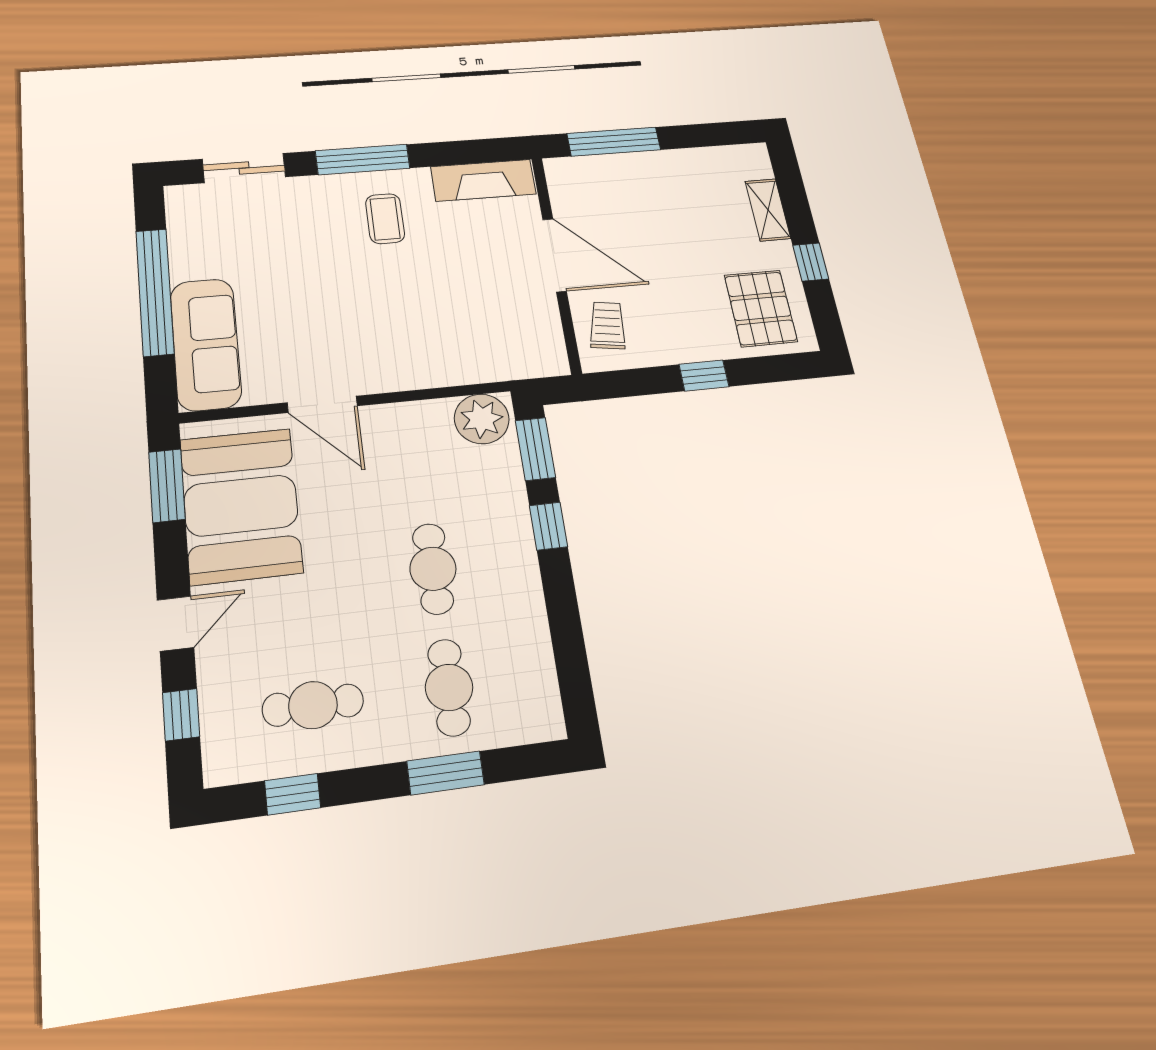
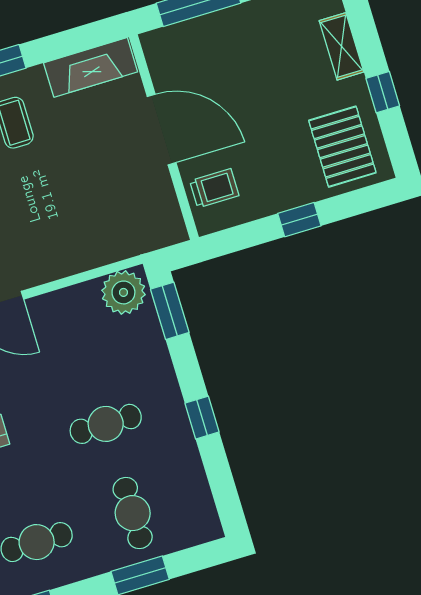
trolley: (607, 325) -> (214, 188), turned 81
window: (548, 526) -> (202, 418), moved
cafe table: (433, 569) -> (106, 424), turned 90

